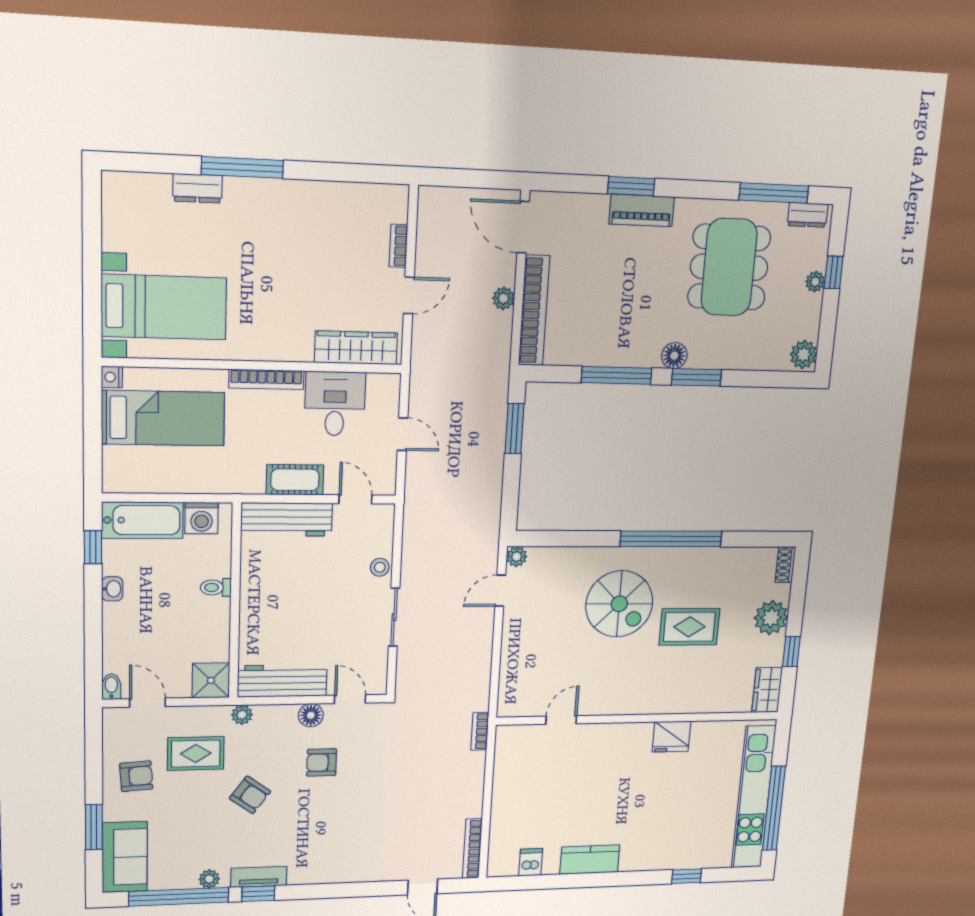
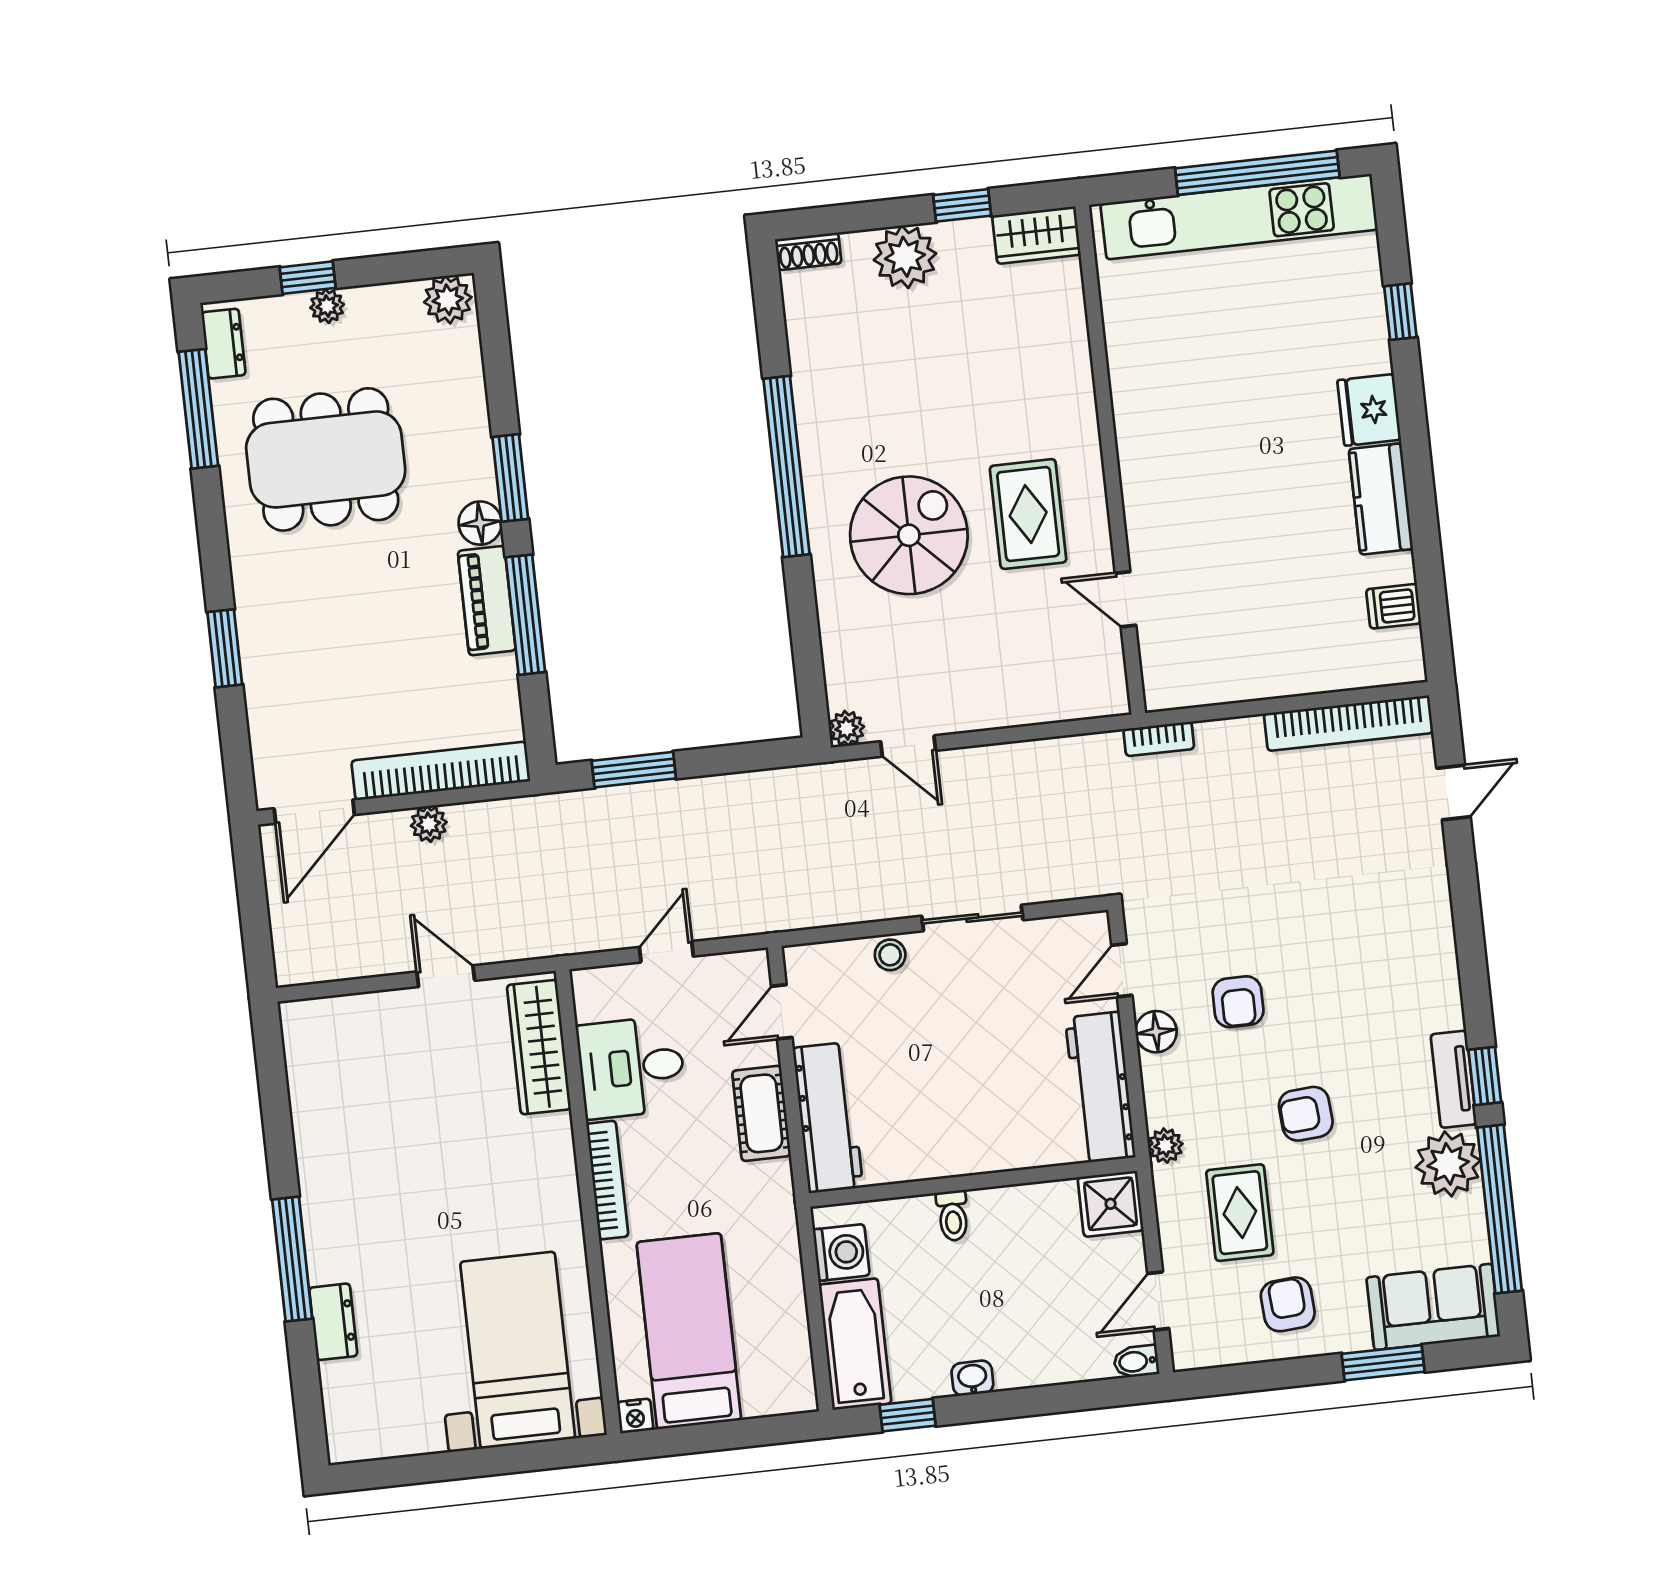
piano: (642, 210) -> (487, 601), moved, turned 180
bookcase: (399, 246) -> (372, 1004), removed
rug: (689, 627) -> (1028, 514), moved
fridge: (671, 737) -> (1369, 410), moved, turned 180
armchair: (250, 795) -> (1306, 1114), turned -130
bookcase: (472, 848) -> (1349, 723), width x1.48, depth x1.31
plant: (209, 879) -> (1448, 1164), width x1.87, depth x1.87

